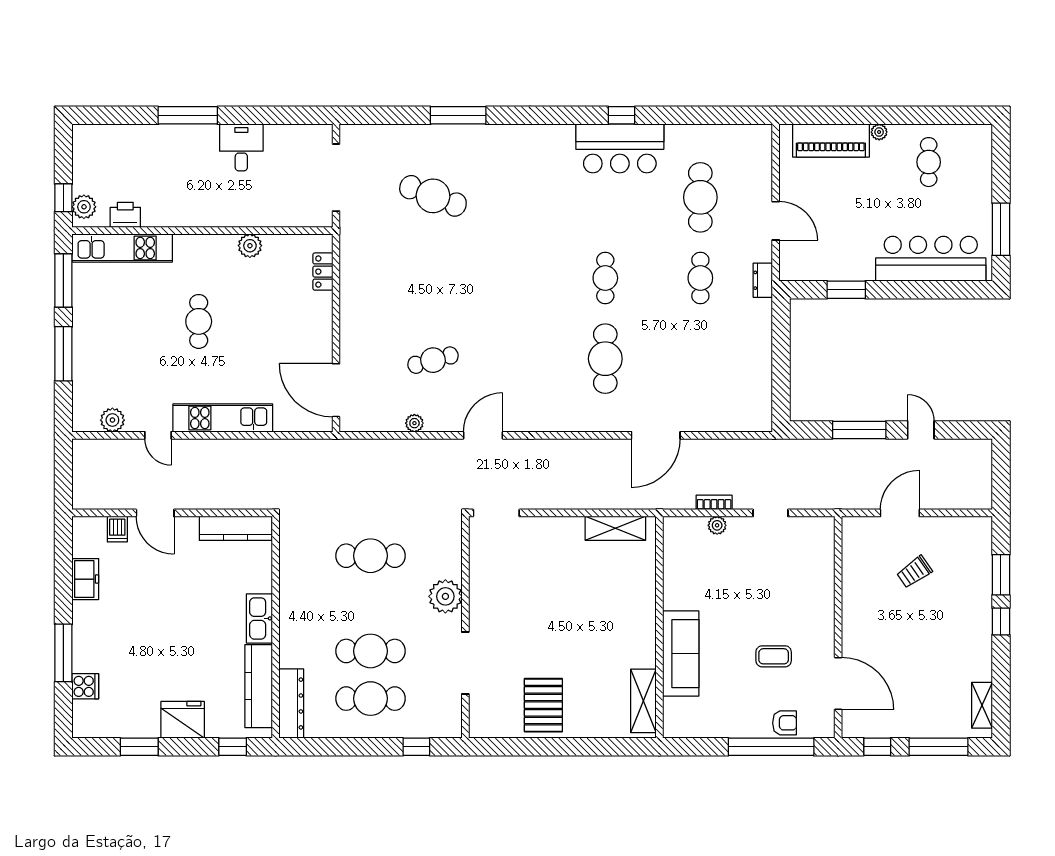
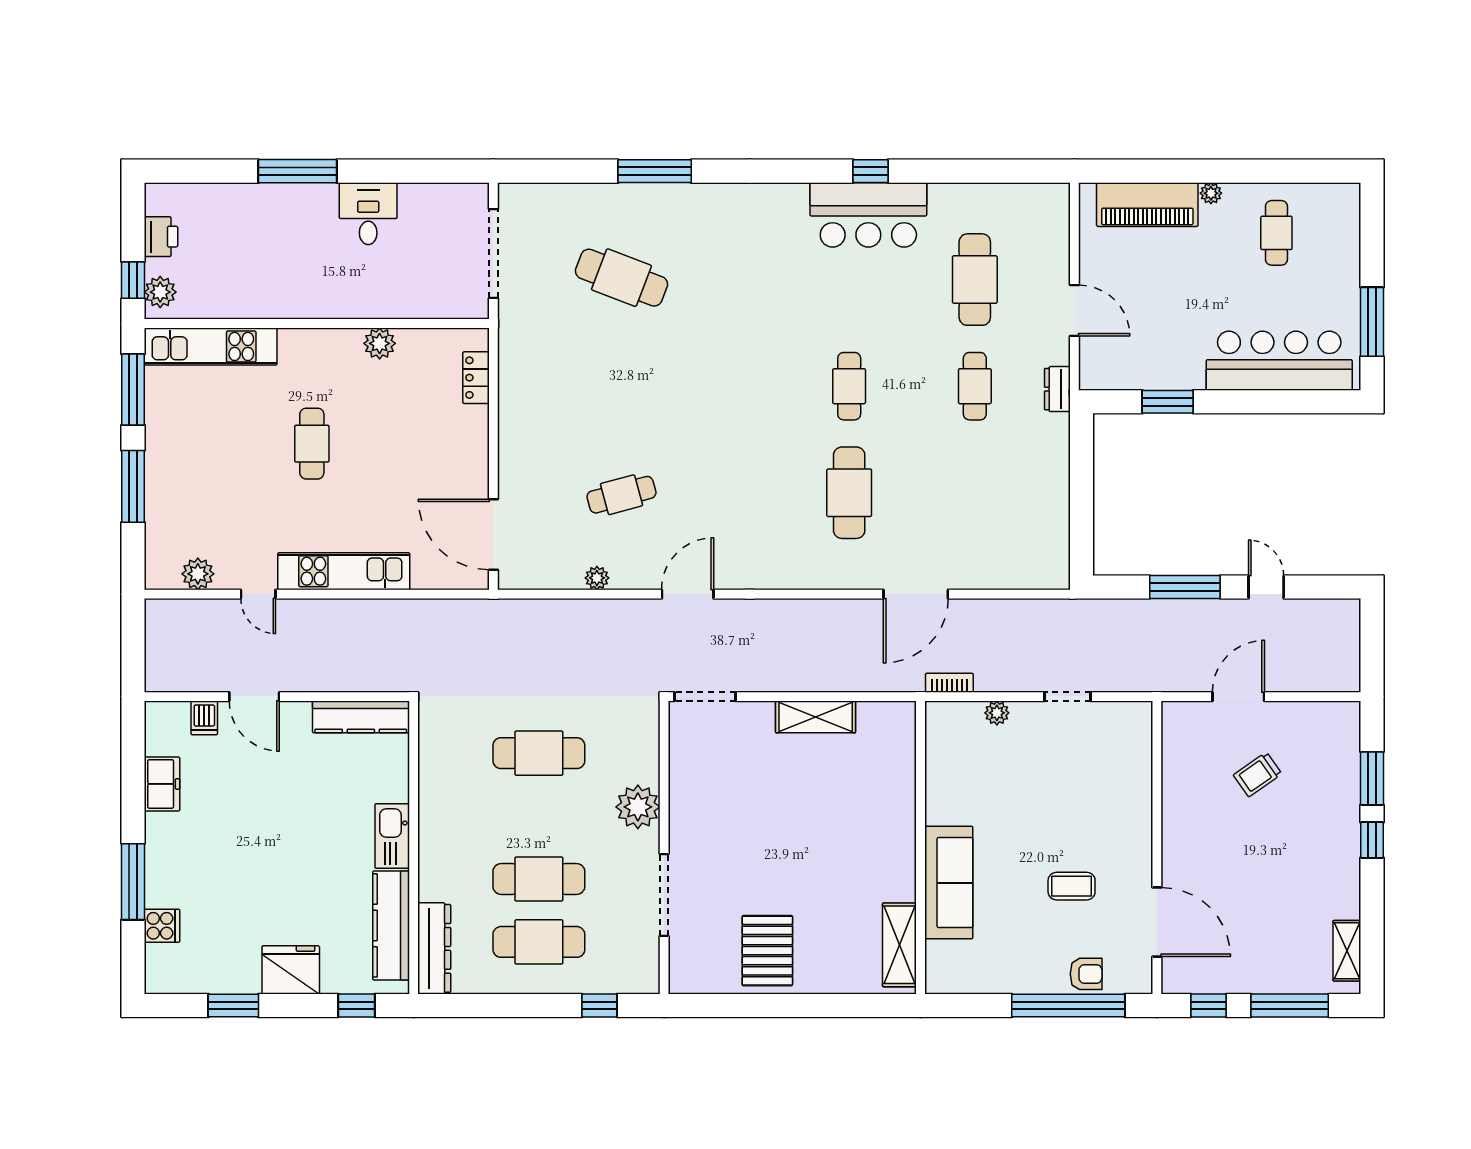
printer: (125, 215) -> (161, 237), moved, turned 90
bookcase: (714, 502) -> (949, 683), moved
shelving: (615, 528) -> (816, 717), moved

